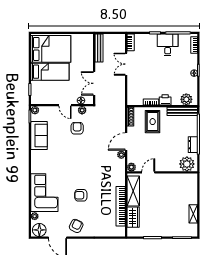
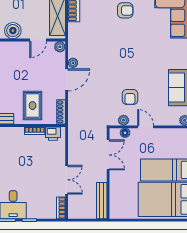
printer: (165, 100) -> (53, 134), moved
boiler: (168, 180) -> (13, 31), added

